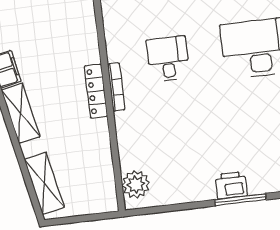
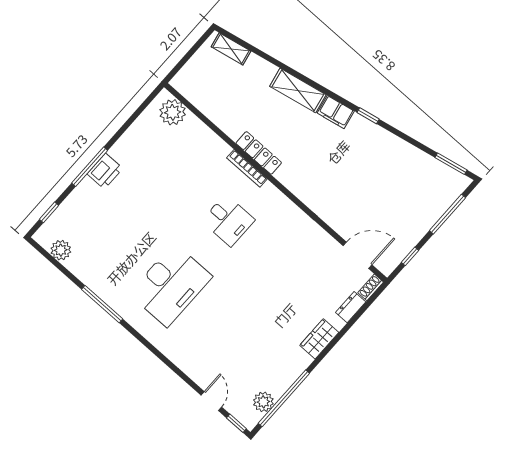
shelving: (44, 183) -> (231, 49), width x0.67, depth x0.75

